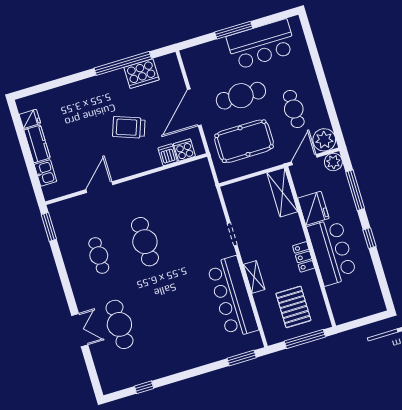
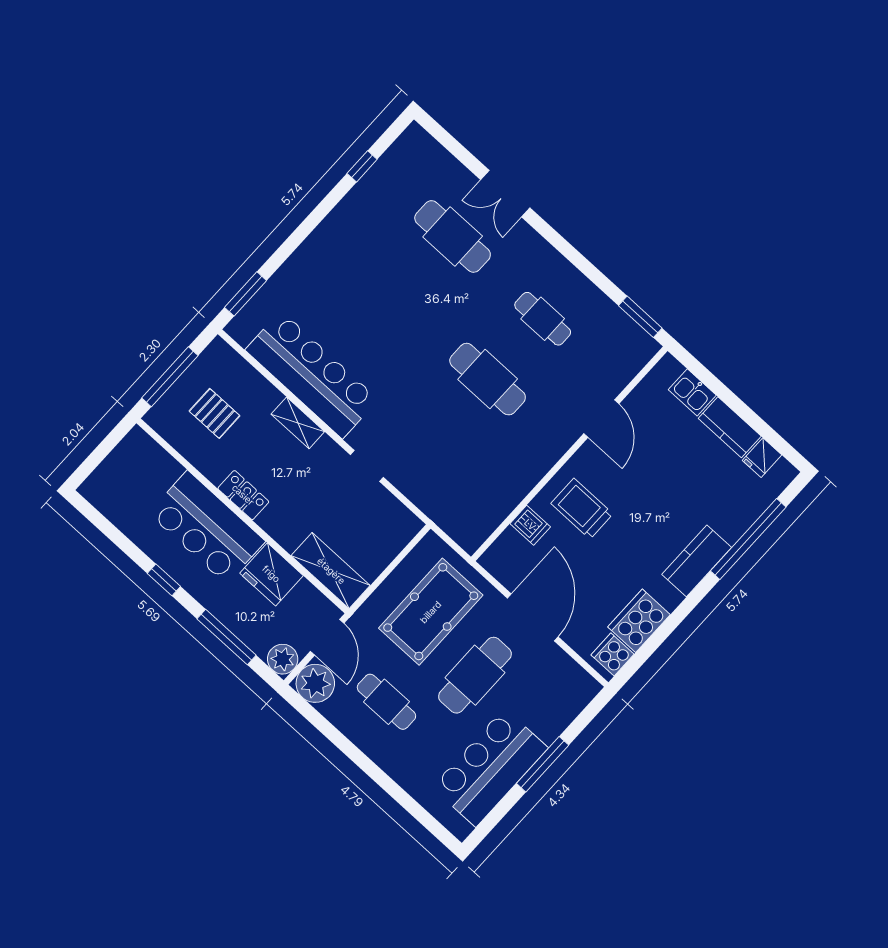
window: (123, 63) -> (748, 539), moved
kitchen counter: (94, 86) -> (697, 561), added
trolley: (129, 127) -> (582, 509), moved, turned -110
cooker: (184, 150) -> (613, 654), moved, turned 180
pallet: (293, 307) -> (215, 413), width x0.67, depth x0.71

